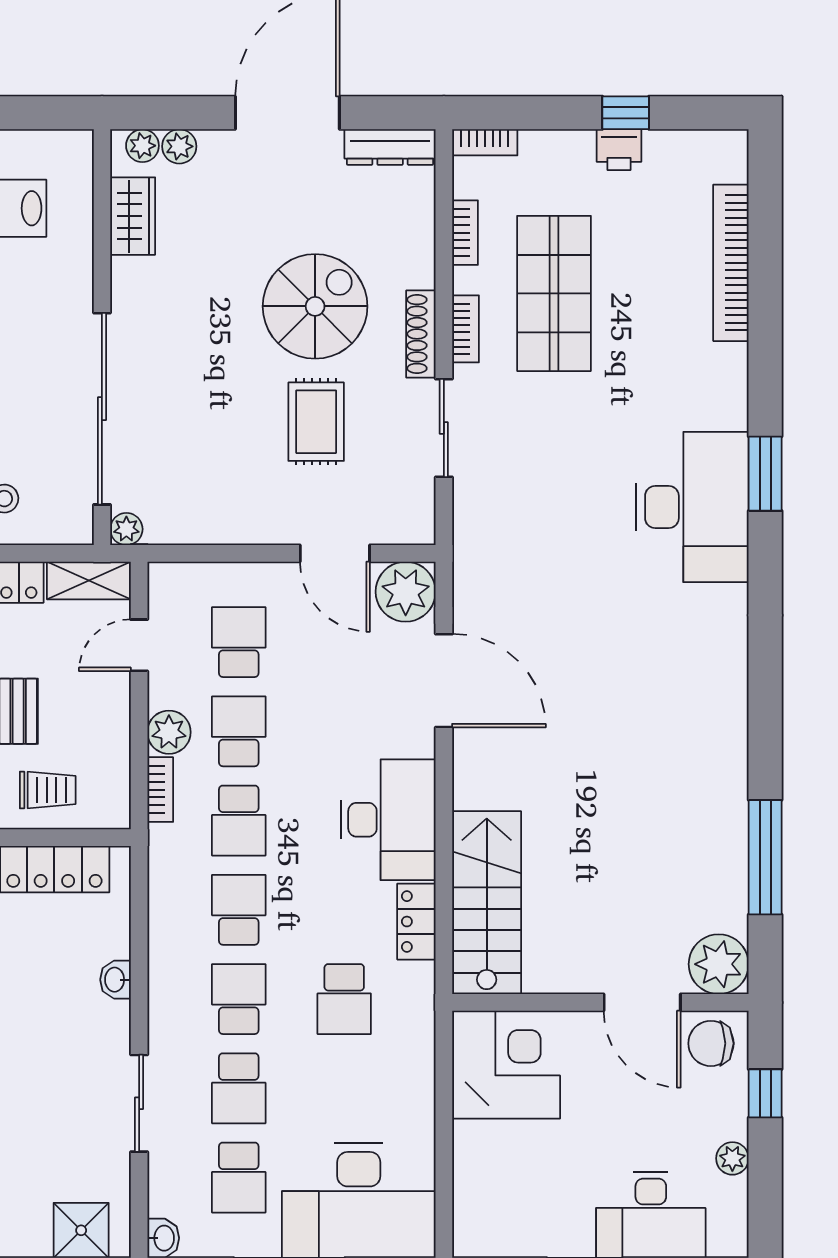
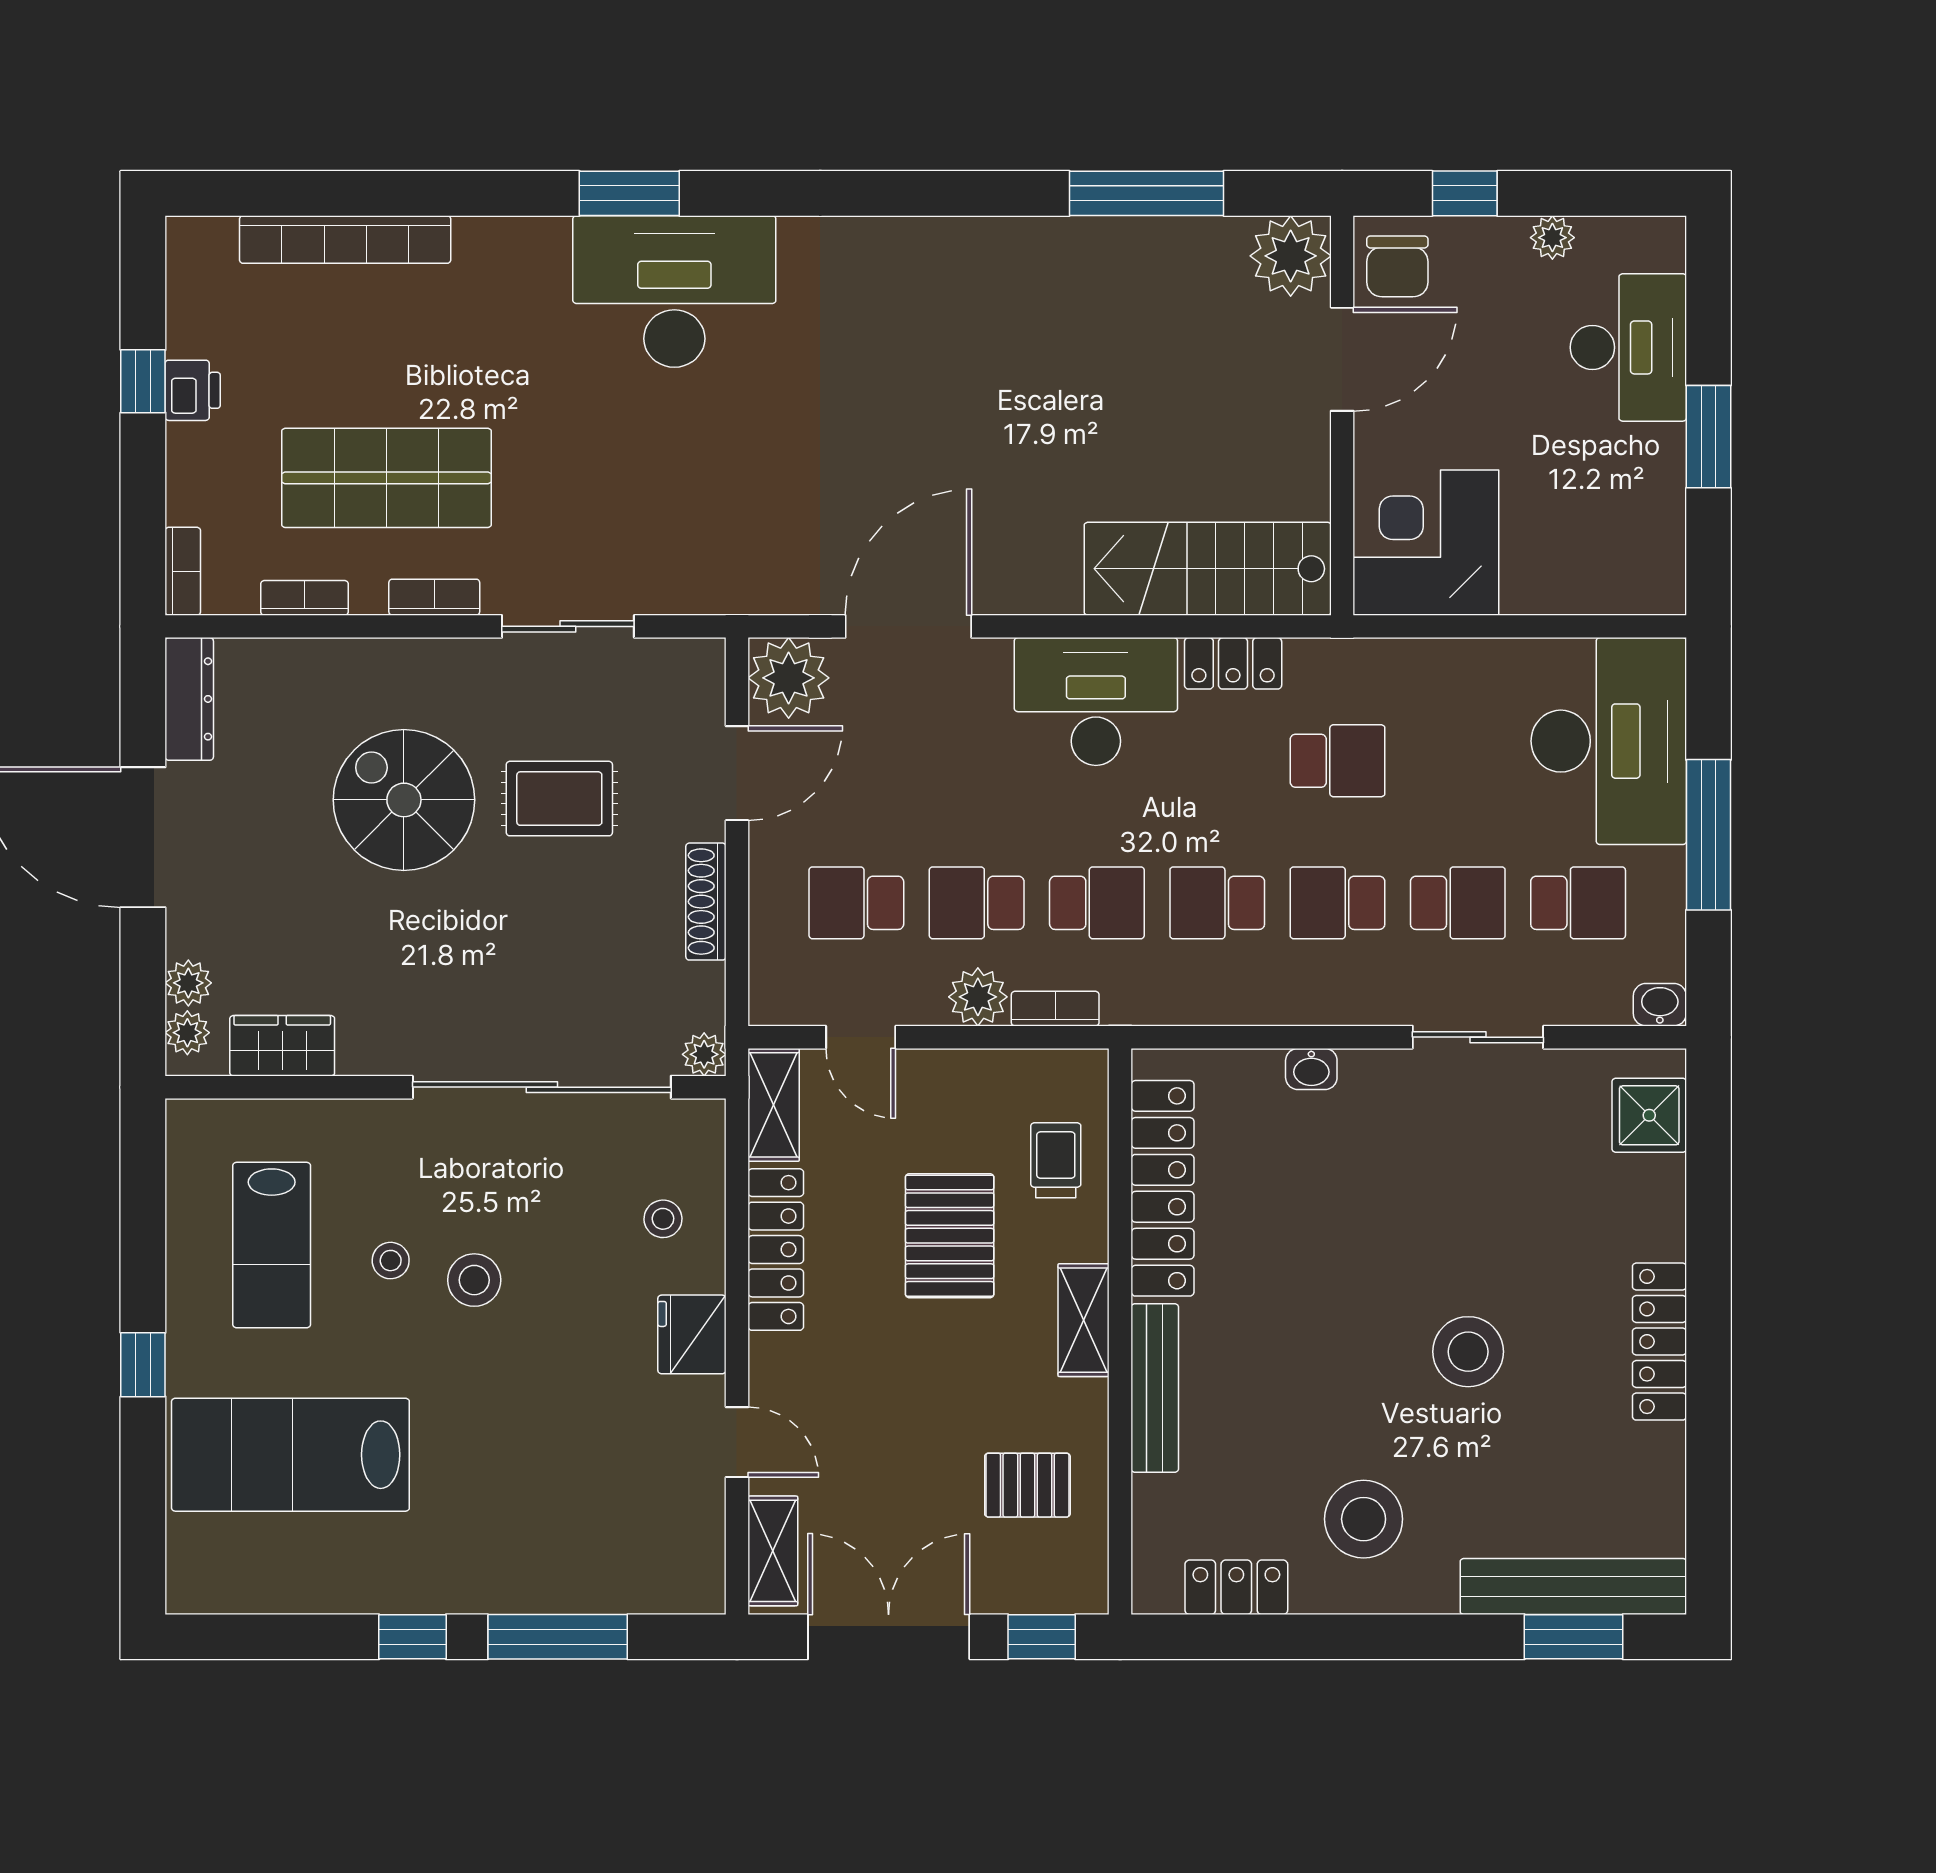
shoe rack: (421, 334) -> (706, 902), moved, turned 90

